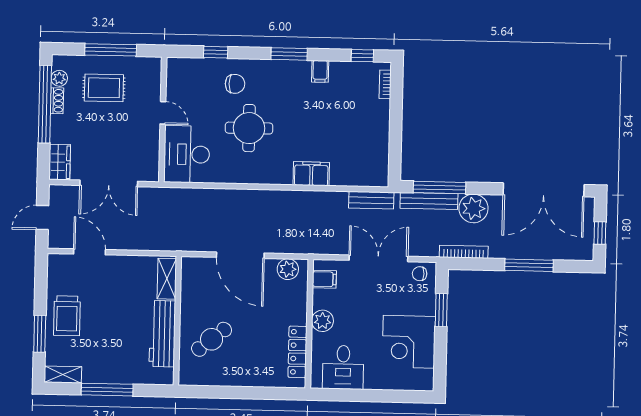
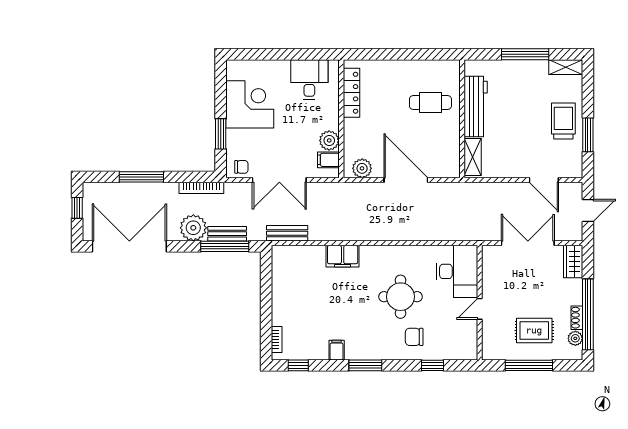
door: (163, 113) -> (480, 309), hinge flipped
bench: (429, 201) -> (227, 234), width x0.73
plant: (322, 321) -> (329, 140), moved
window: (40, 334) -> (588, 135), moved
cafe table: (212, 339) -> (430, 103), turned 39

